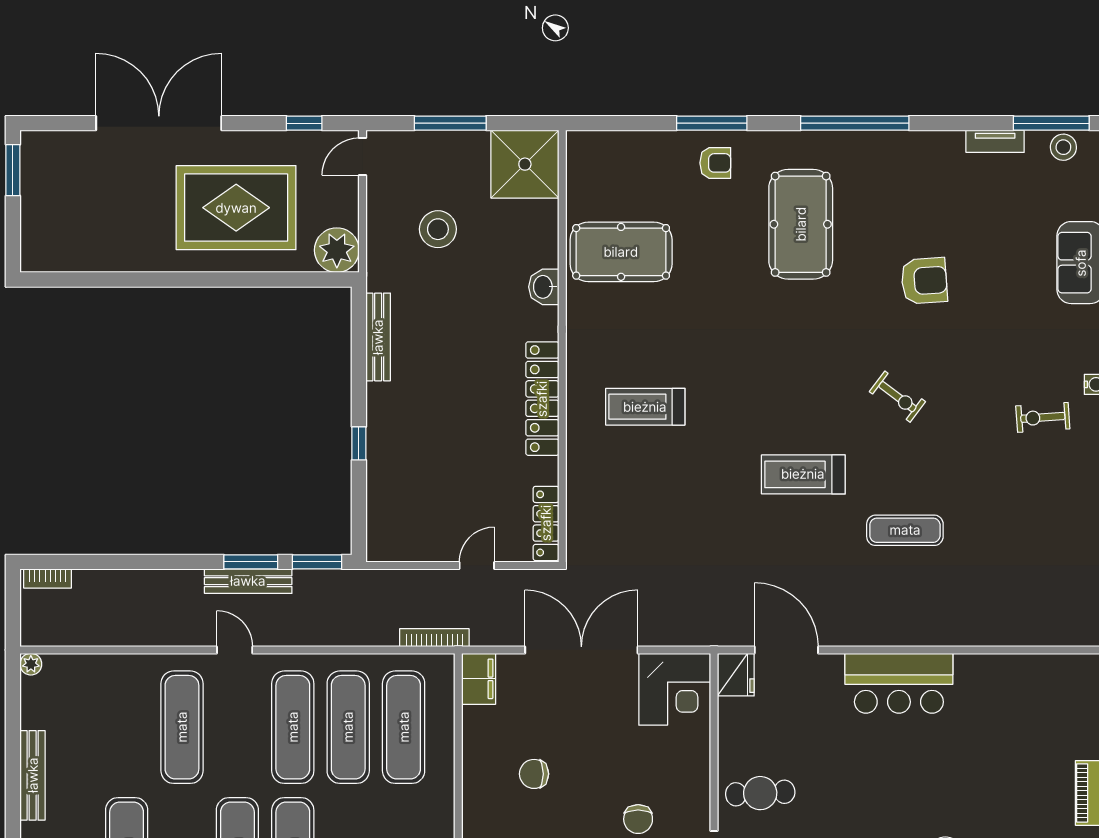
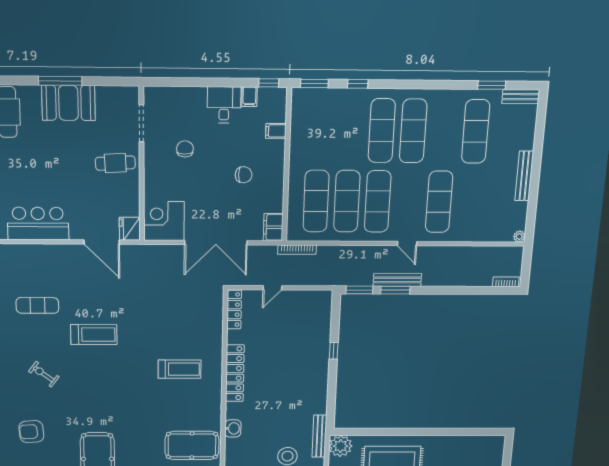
bench: (378, 337) -> (319, 436), moved

